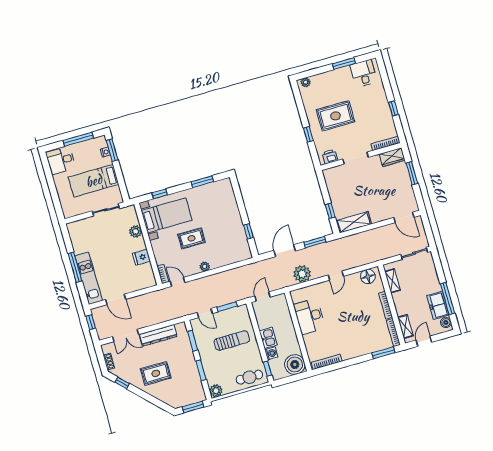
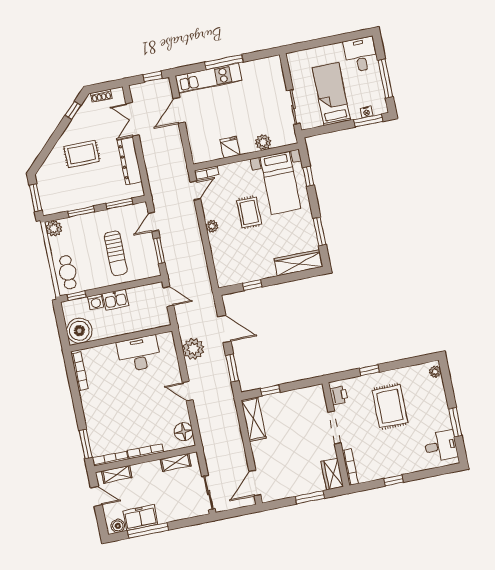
wardrobe: (228, 196) -> (299, 263), added
rug: (156, 373) -> (82, 154), turned 90

